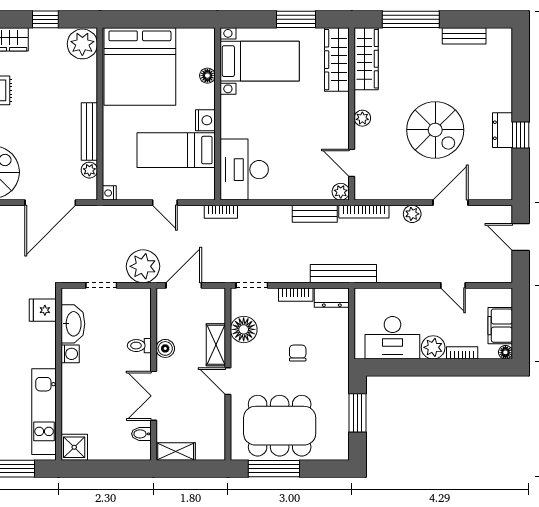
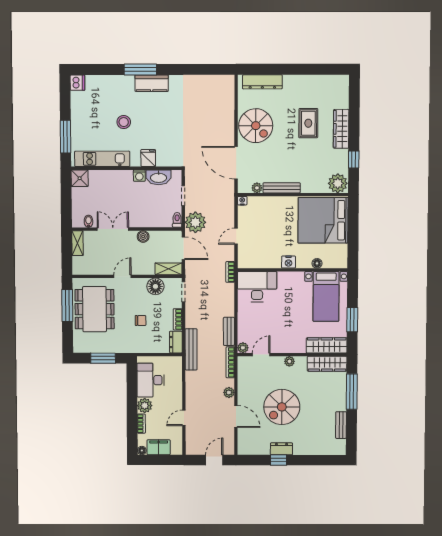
bed: (176, 150) -> (270, 243), removed
fridge: (43, 310) -> (148, 158), moved
shelving: (216, 345) -> (168, 269), moved
toilet: (139, 346) -> (177, 220), moved

